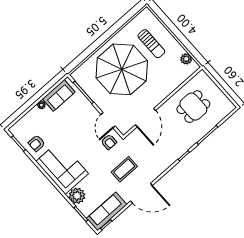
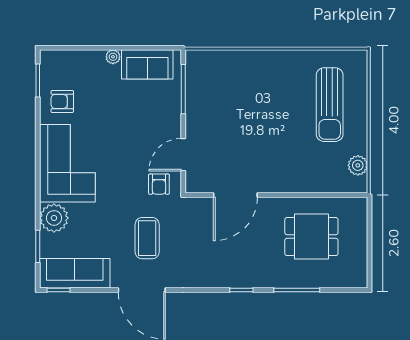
sun lounger: (151, 44) -> (330, 105), width x1.36, depth x1.34
parasol: (122, 69) -> (261, 104), removed
coffee table: (124, 169) -> (147, 238), turned 90

